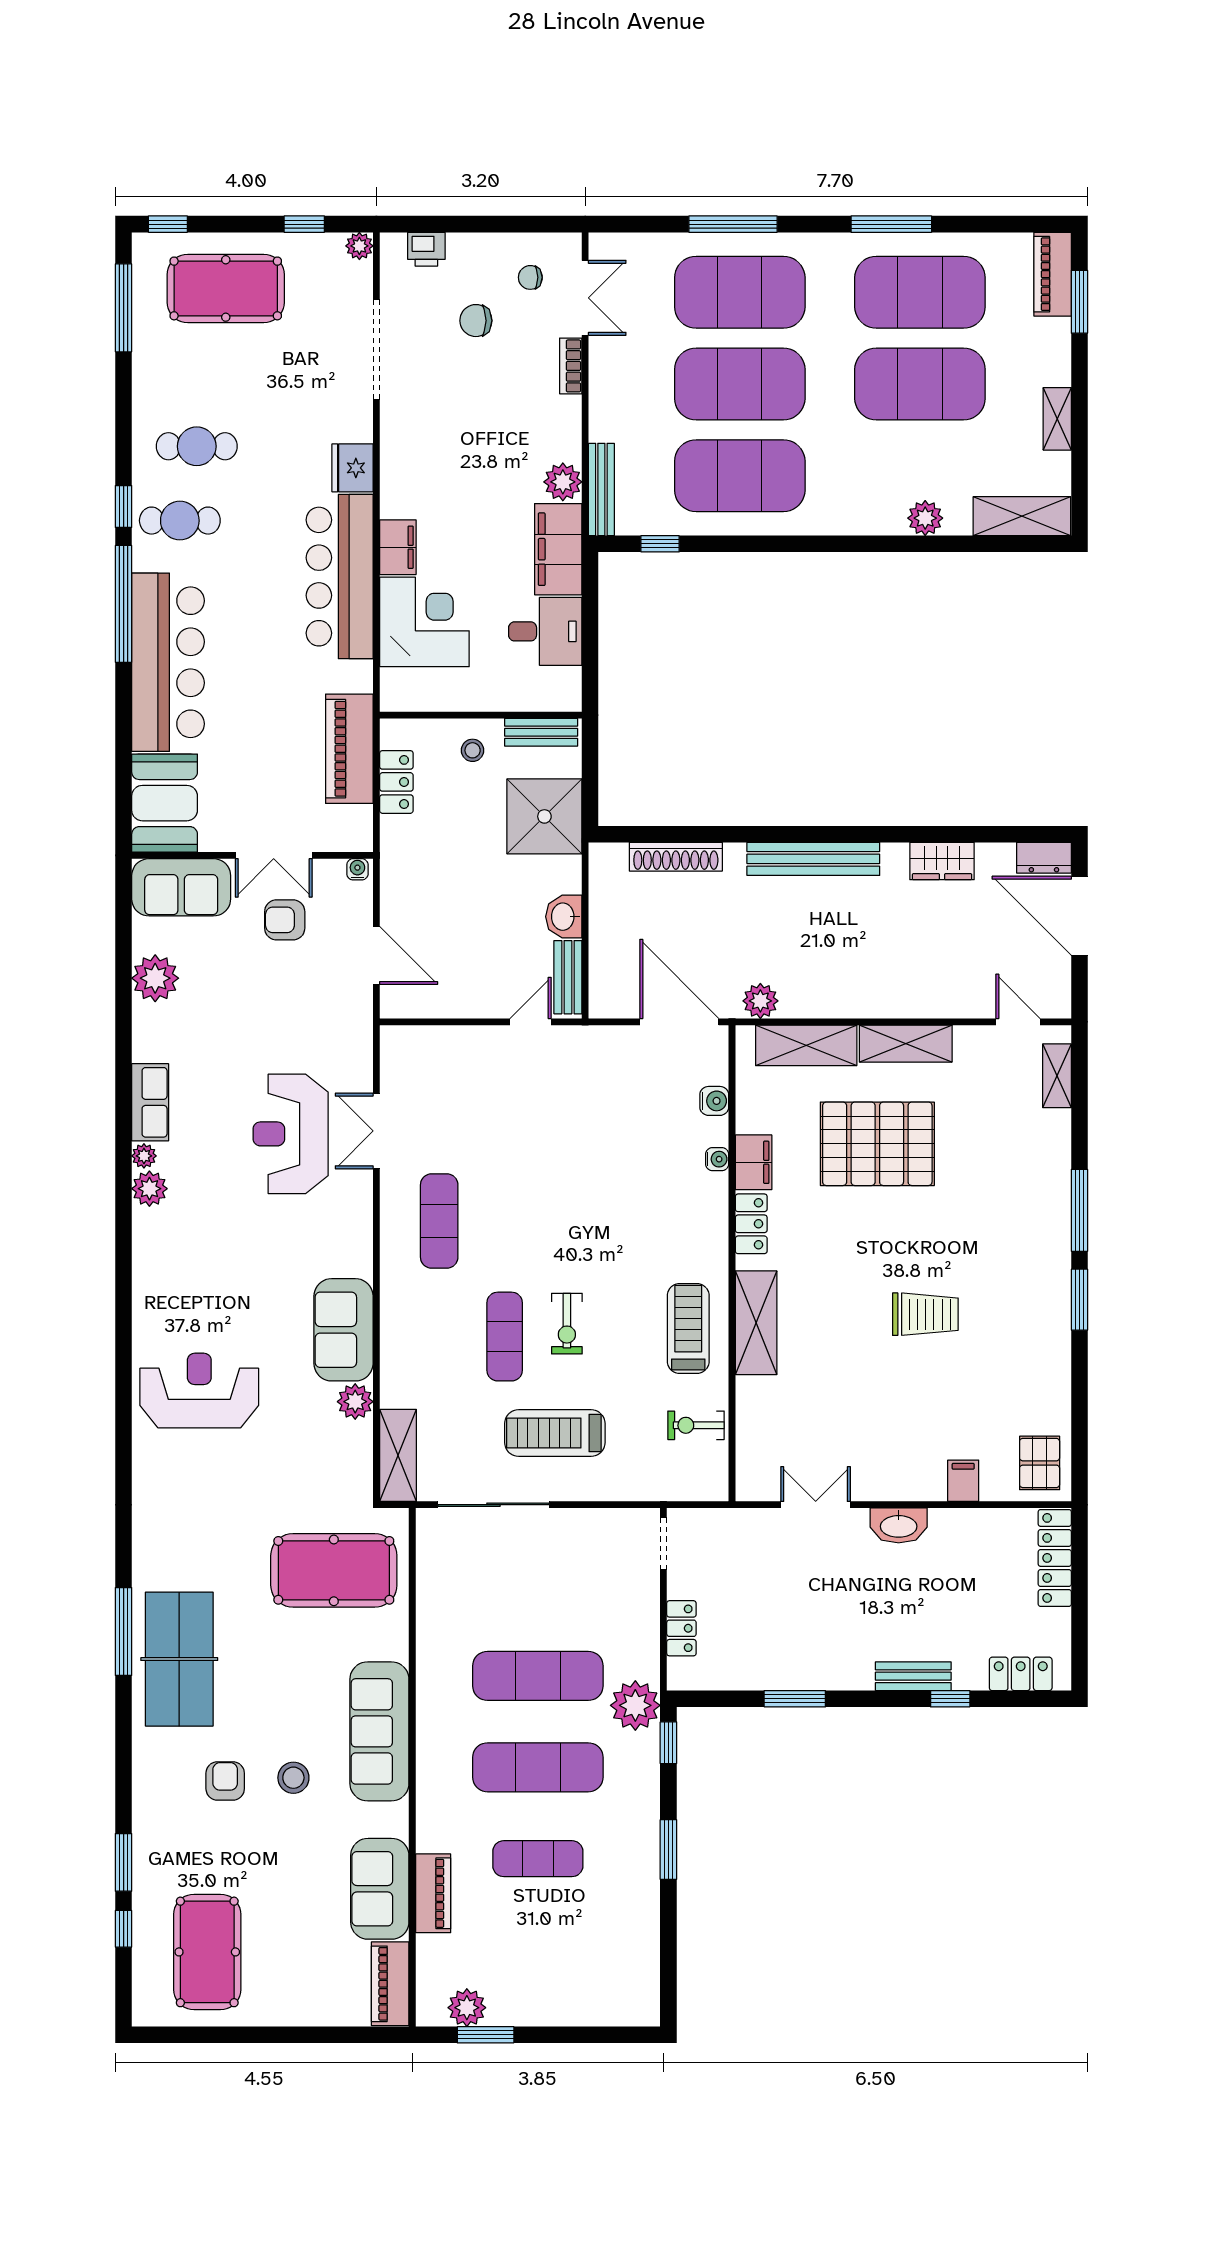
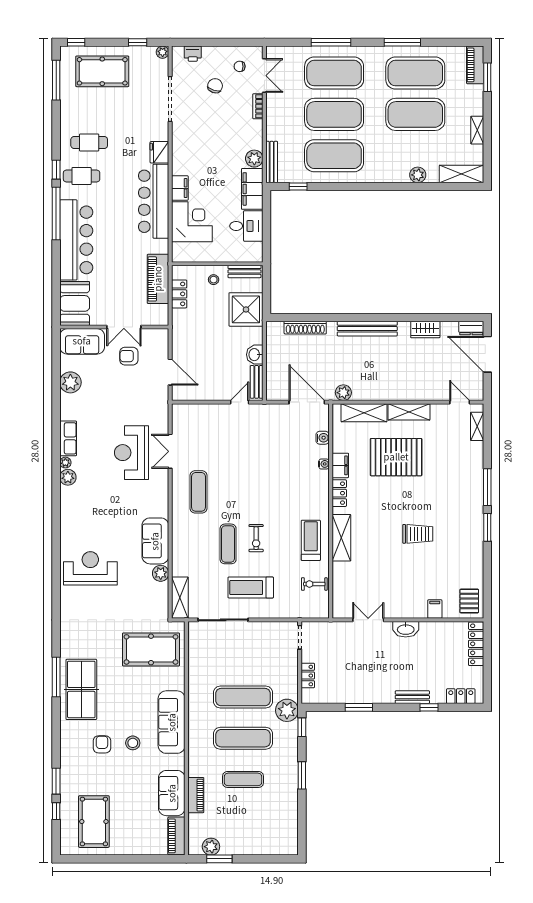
chair: (476, 321) -> (215, 86), turned 108
water cooler: (357, 869) -> (162, 333), removed

